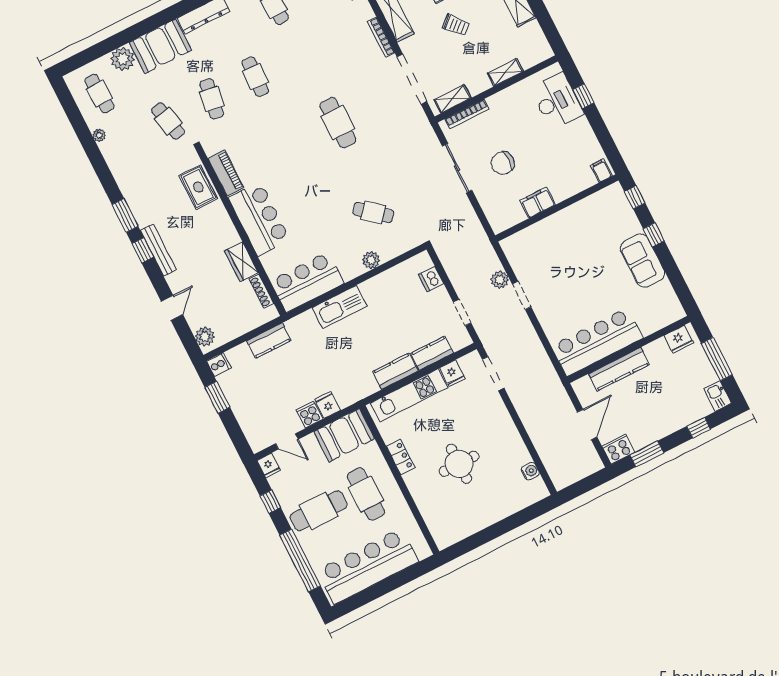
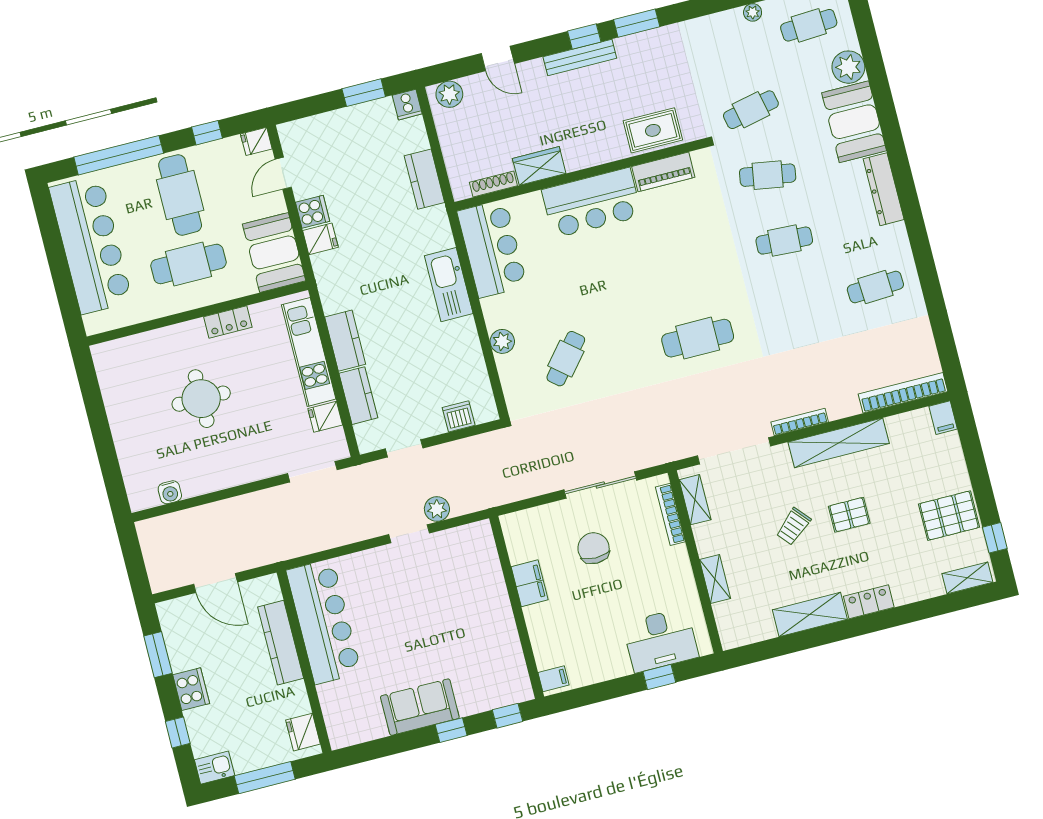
cooker: (618, 449) -> (191, 689), moved

